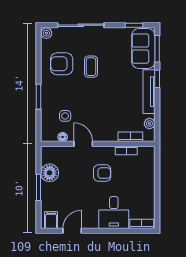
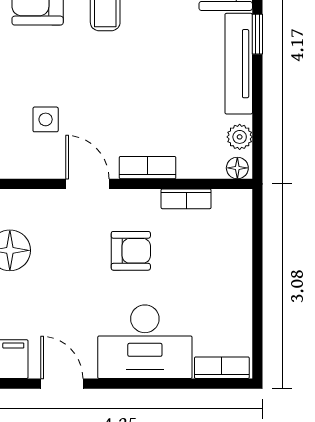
floor lamp: (63, 137) -> (237, 168), moved
bookcase: (130, 137) -> (148, 168), moved
desk: (114, 213) -> (145, 342), width x1.37
door: (72, 231) -> (62, 384), hinge flipped

